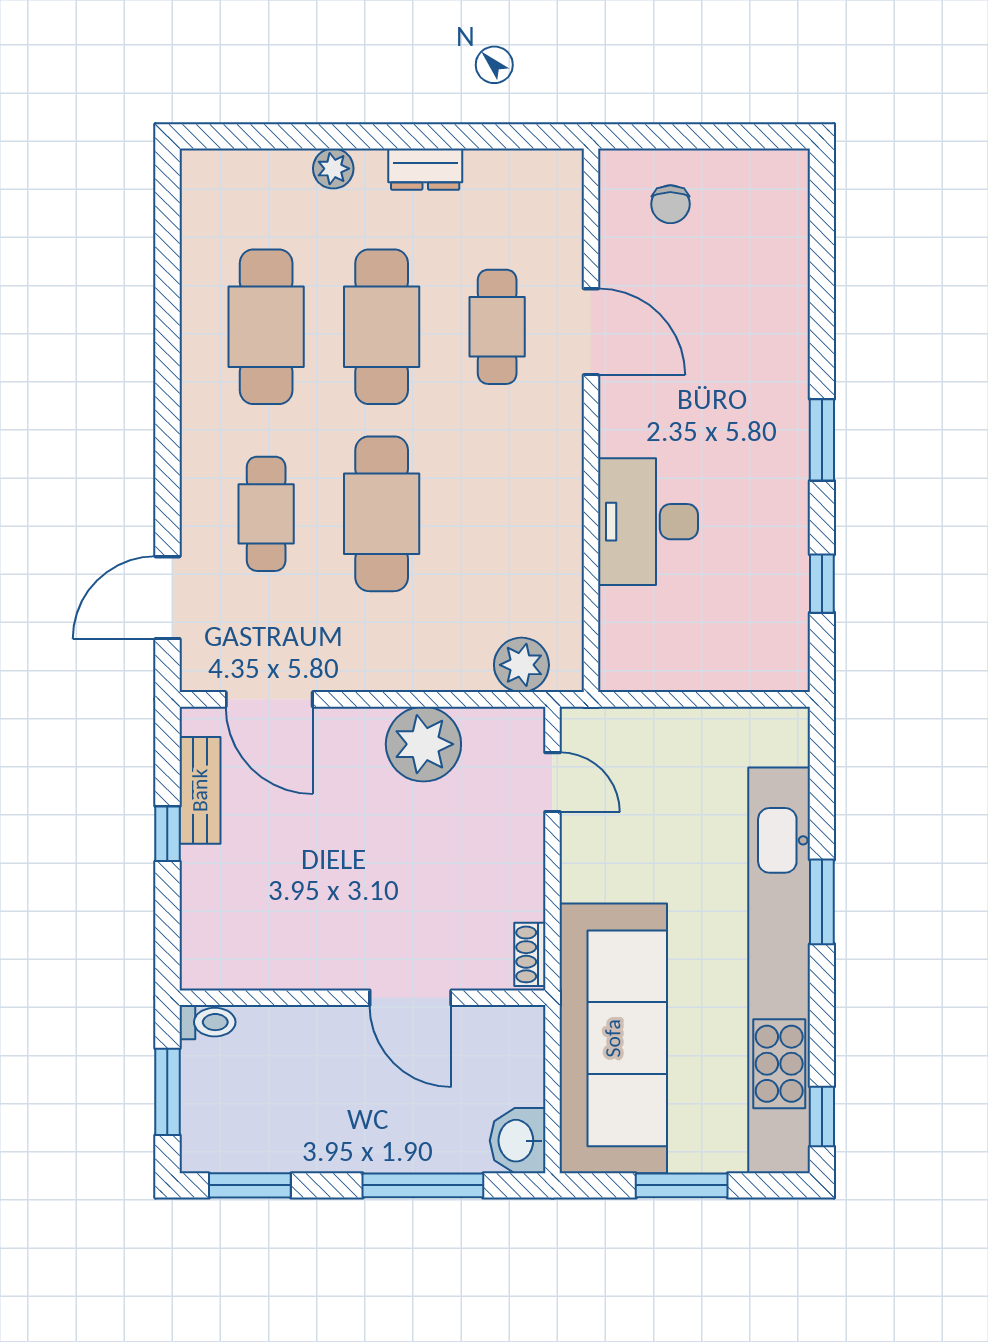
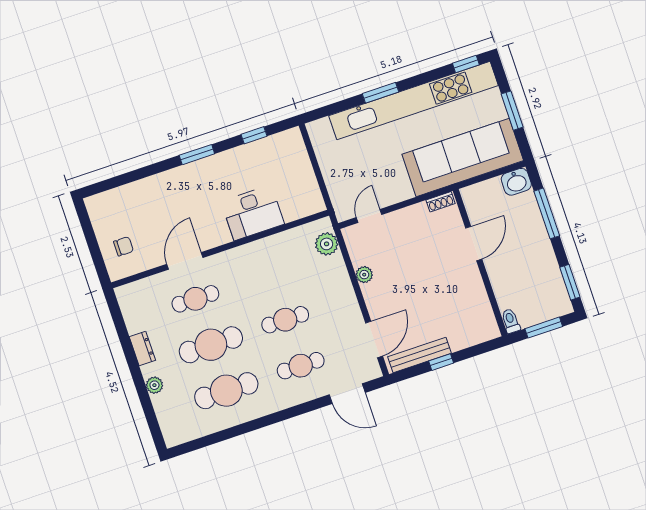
cafe table: (382, 514) -> (285, 320), width x0.73, depth x0.74
plant: (423, 744) -> (364, 275), width x0.53, depth x0.53
bench: (200, 790) -> (419, 355), width x1.36

